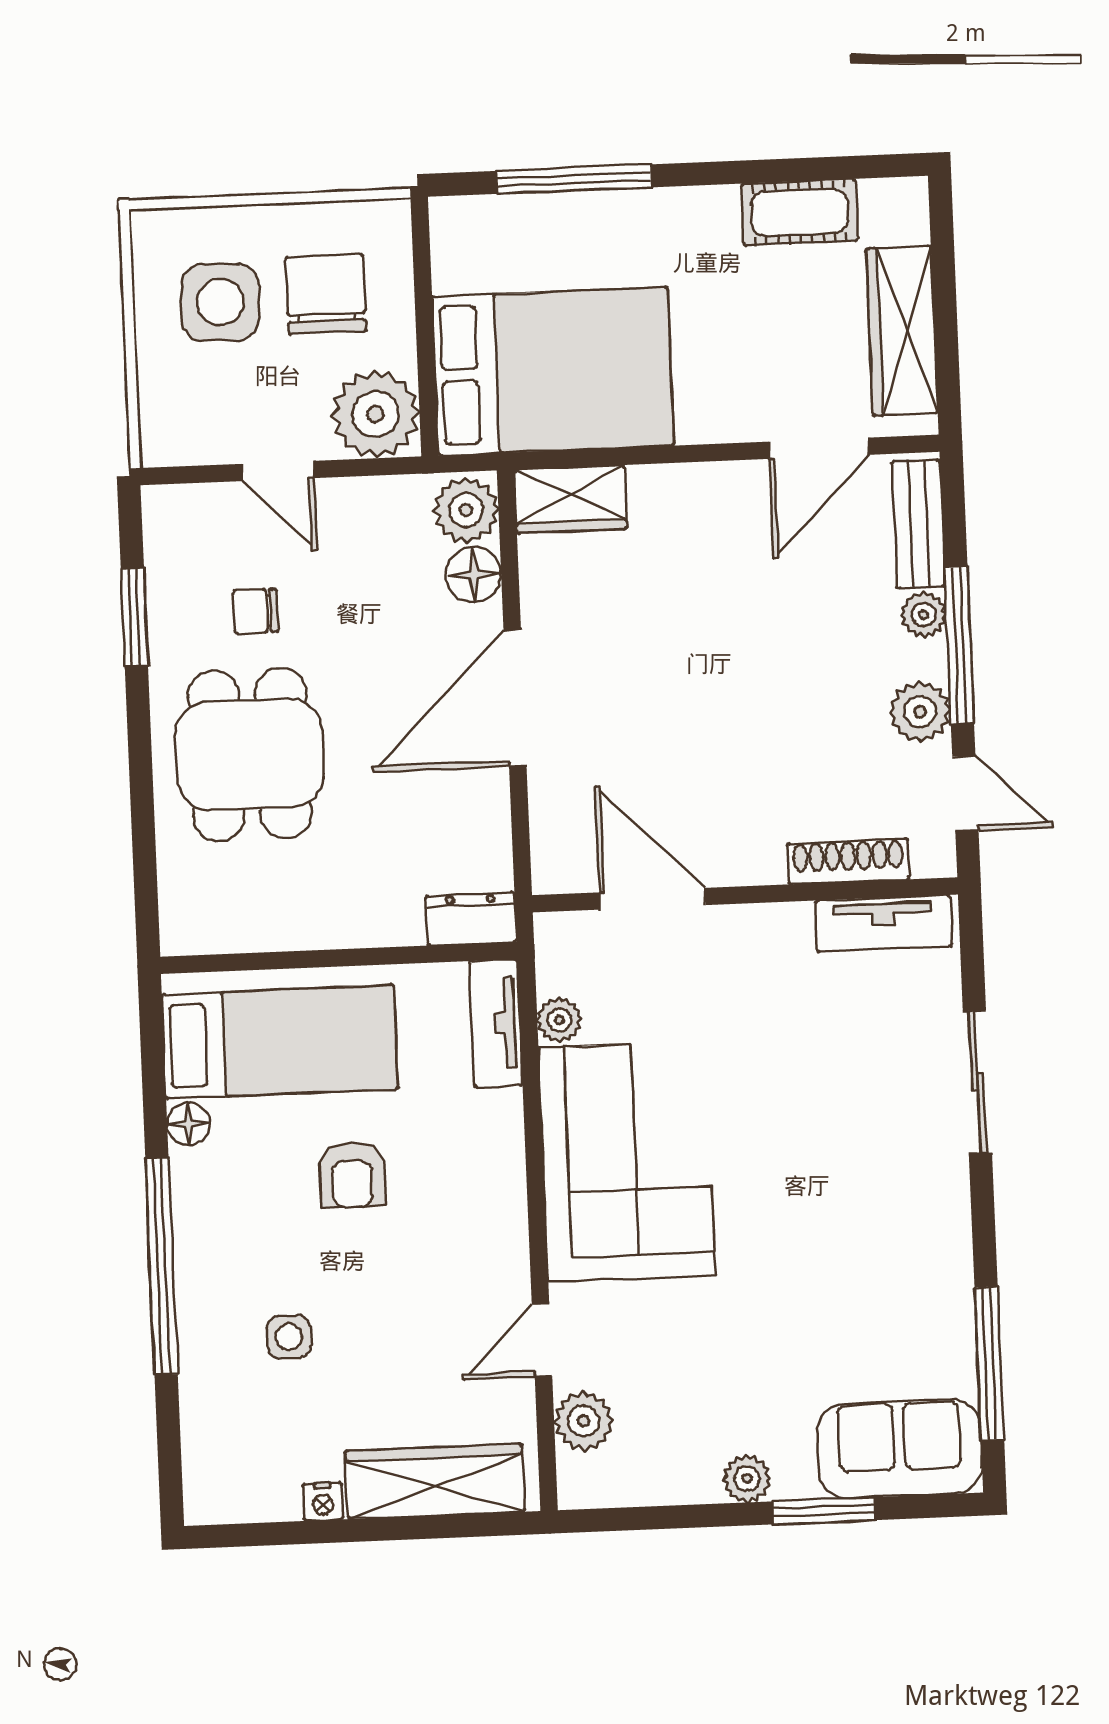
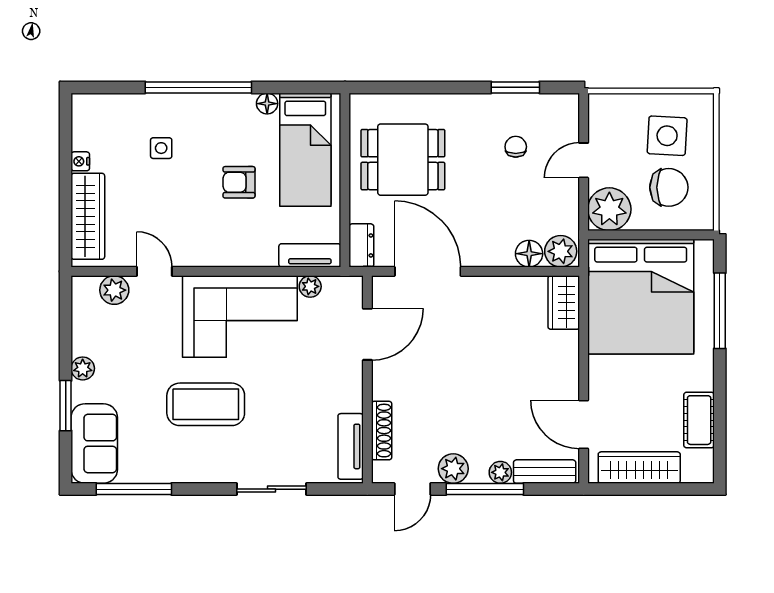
bed: (553, 371) -> (641, 297), width x1.36
door: (515, 698) -> (428, 271), moved
dining table: (250, 754) -> (403, 160), moved
coffee table: (810, 1224) -> (206, 404), added

